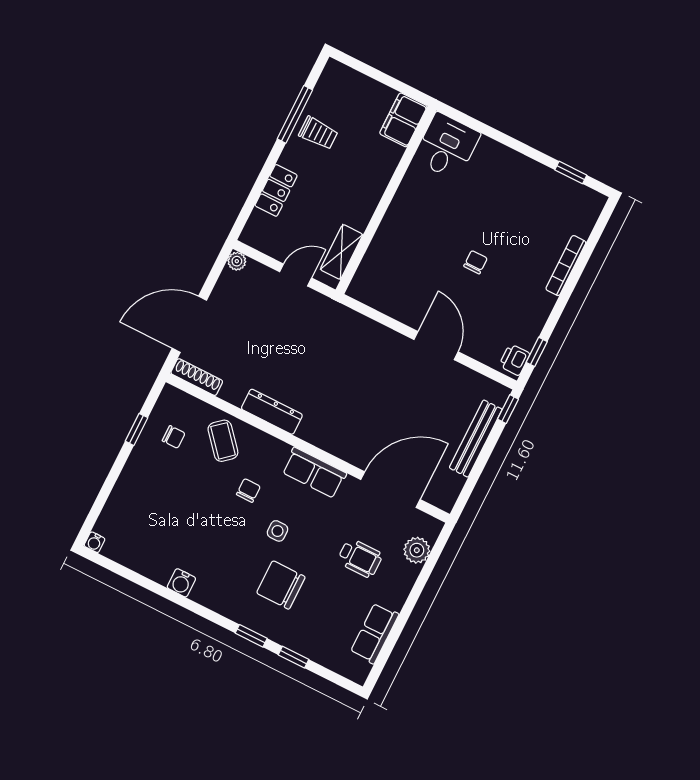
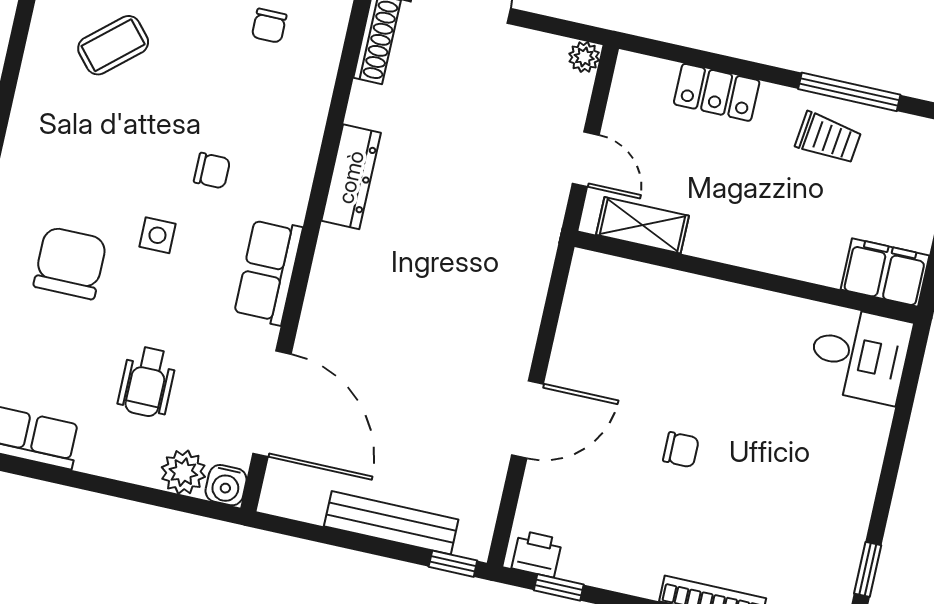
trolley: (318, 133) -> (828, 138), turned -83
coffee table: (223, 441) -> (113, 45), moved
water cooler: (181, 583) -> (226, 485), moved, turned -90

